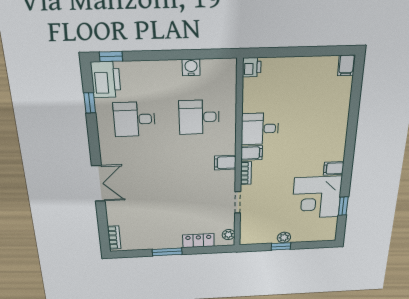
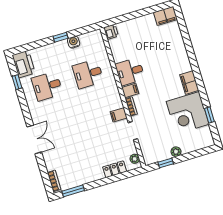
window: (111, 57) -> (60, 37), moved
filing cabinet: (346, 65) -> (165, 16), width x2.00
filing cabinet: (225, 163) -> (119, 115), moved
filing cabinet: (334, 168) -> (189, 83), width x2.00
window: (281, 246) -> (166, 163), moved
window: (167, 252) -> (73, 191), moved

